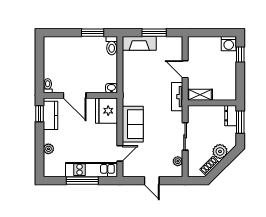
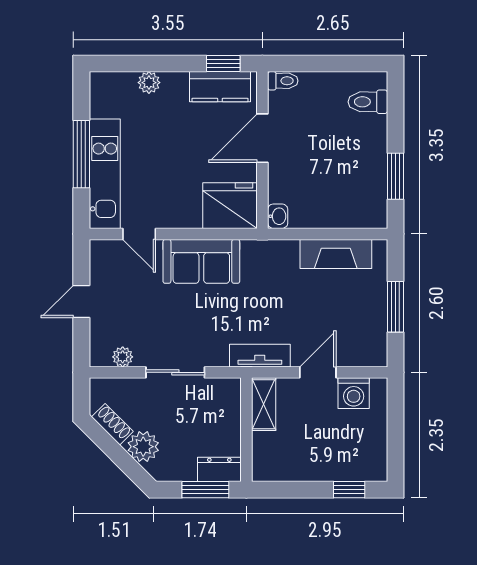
fireplace: (139, 43) -> (336, 254), moved, turned -90
washing machine: (229, 44) -> (354, 393), moved, turned -90
toilet: (112, 46) -> (368, 102), moved

